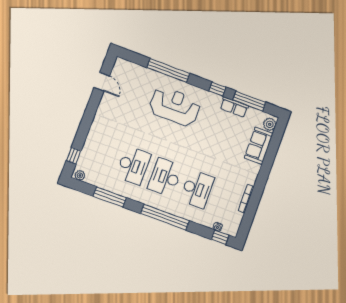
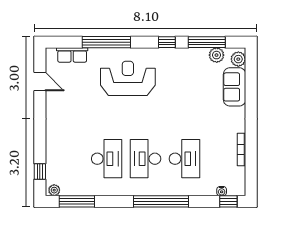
row of seats: (234, 107) -> (72, 55), moved
plant: (253, 115) -> (217, 55), added
window: (110, 197) -> (77, 201), moved

